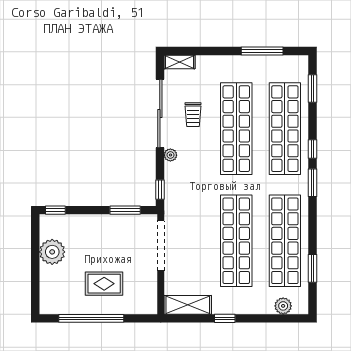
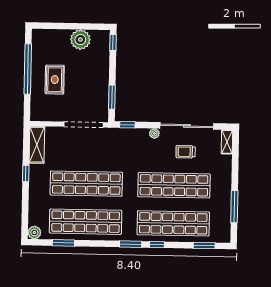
plant: (283, 306) -> (34, 233), moved

